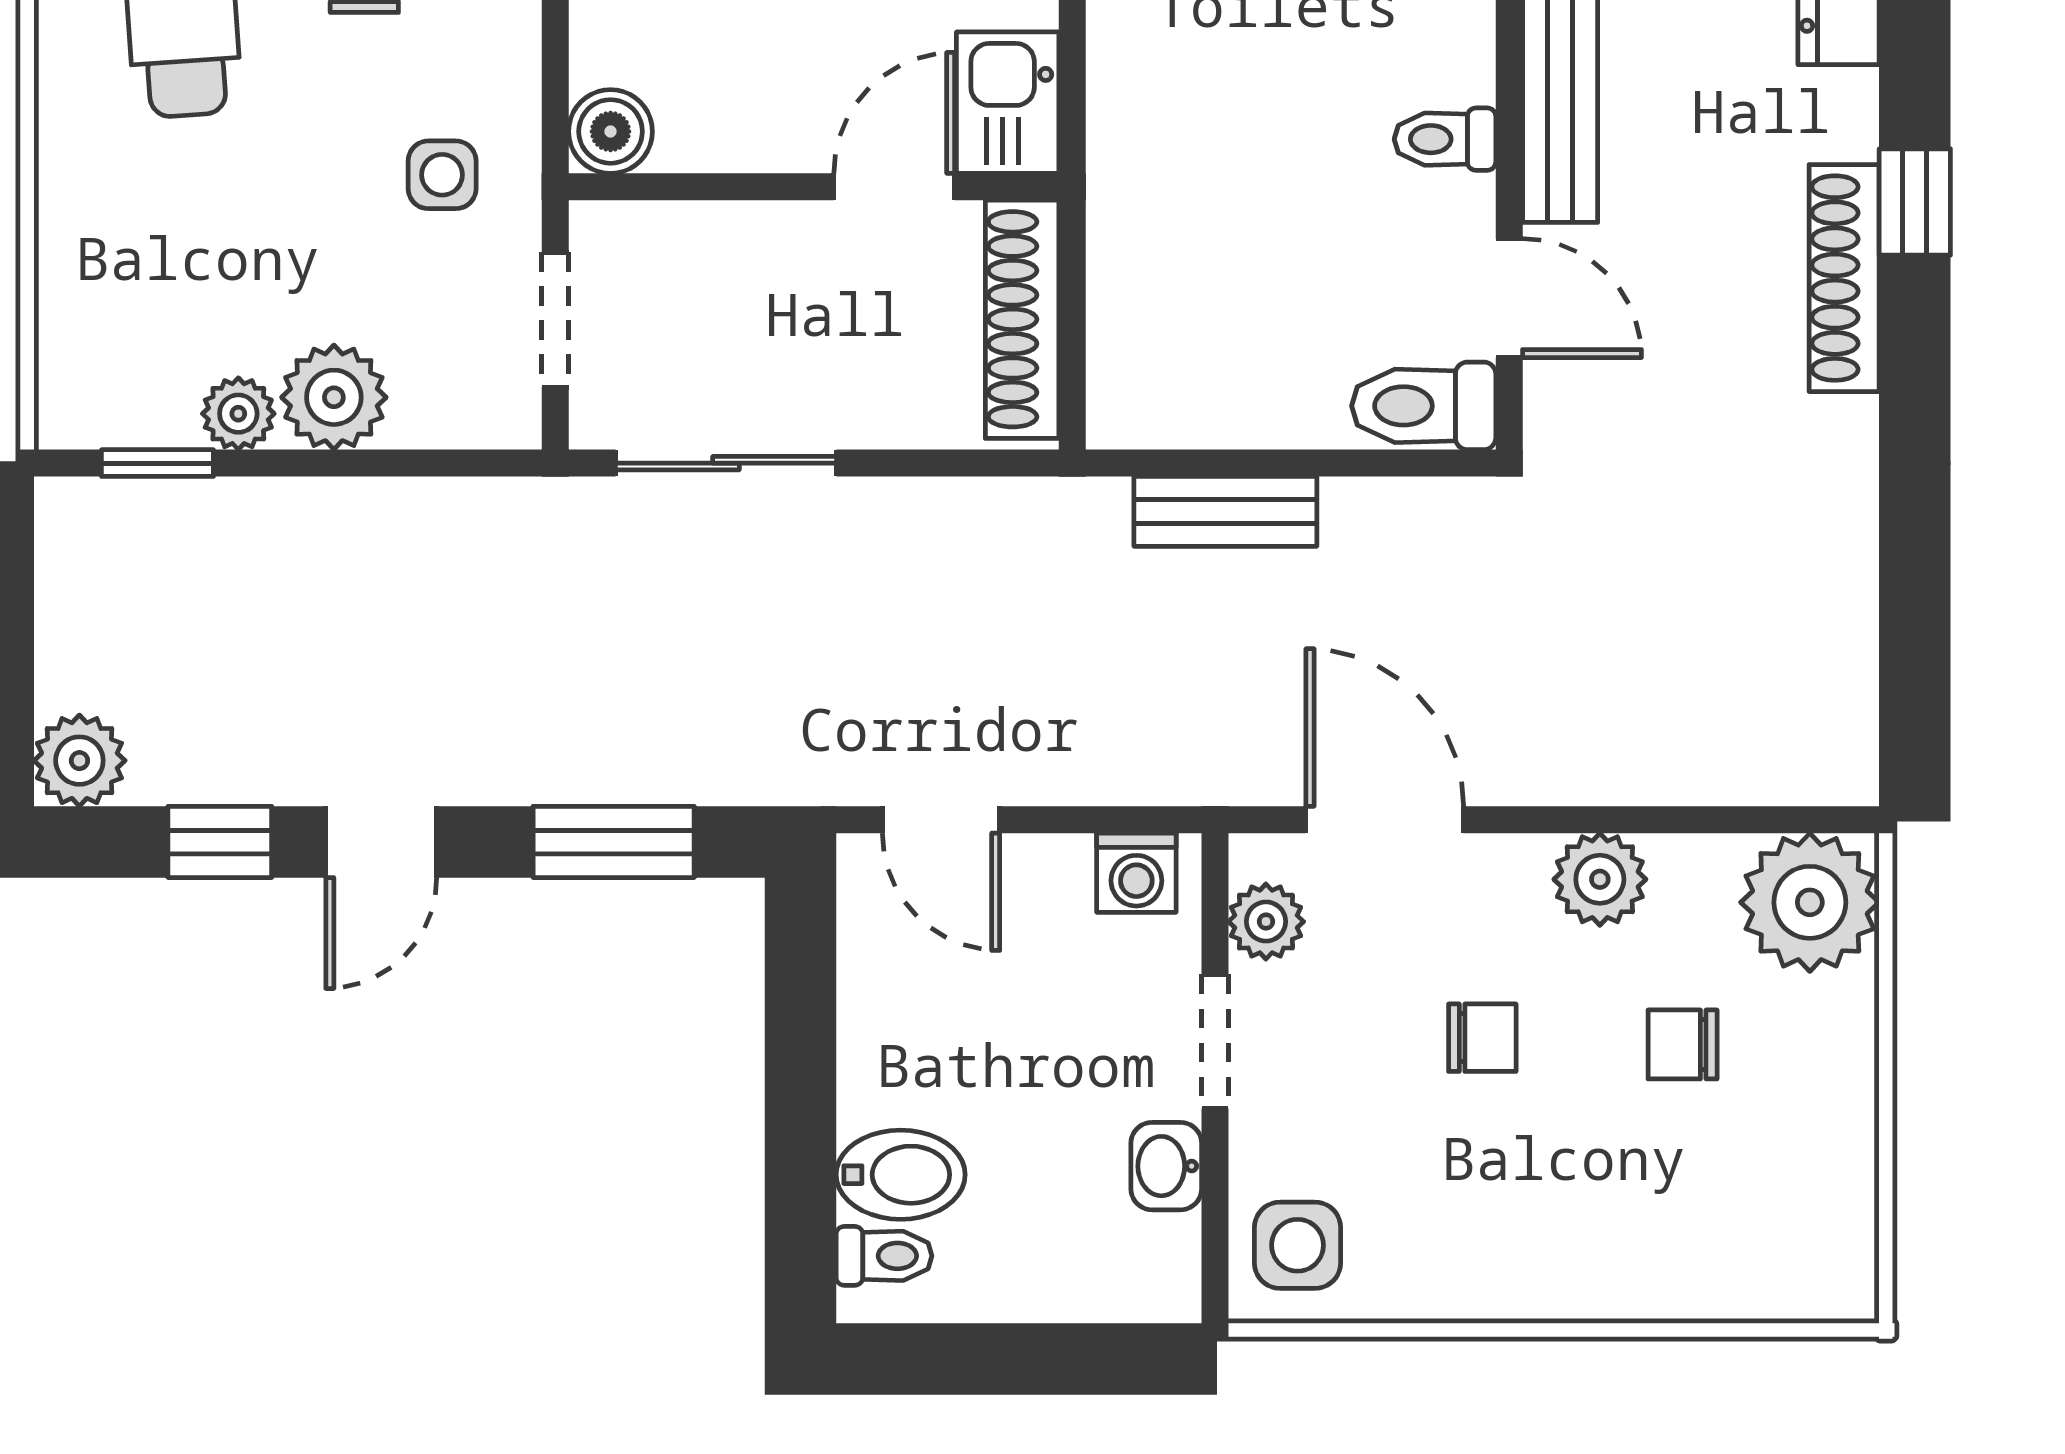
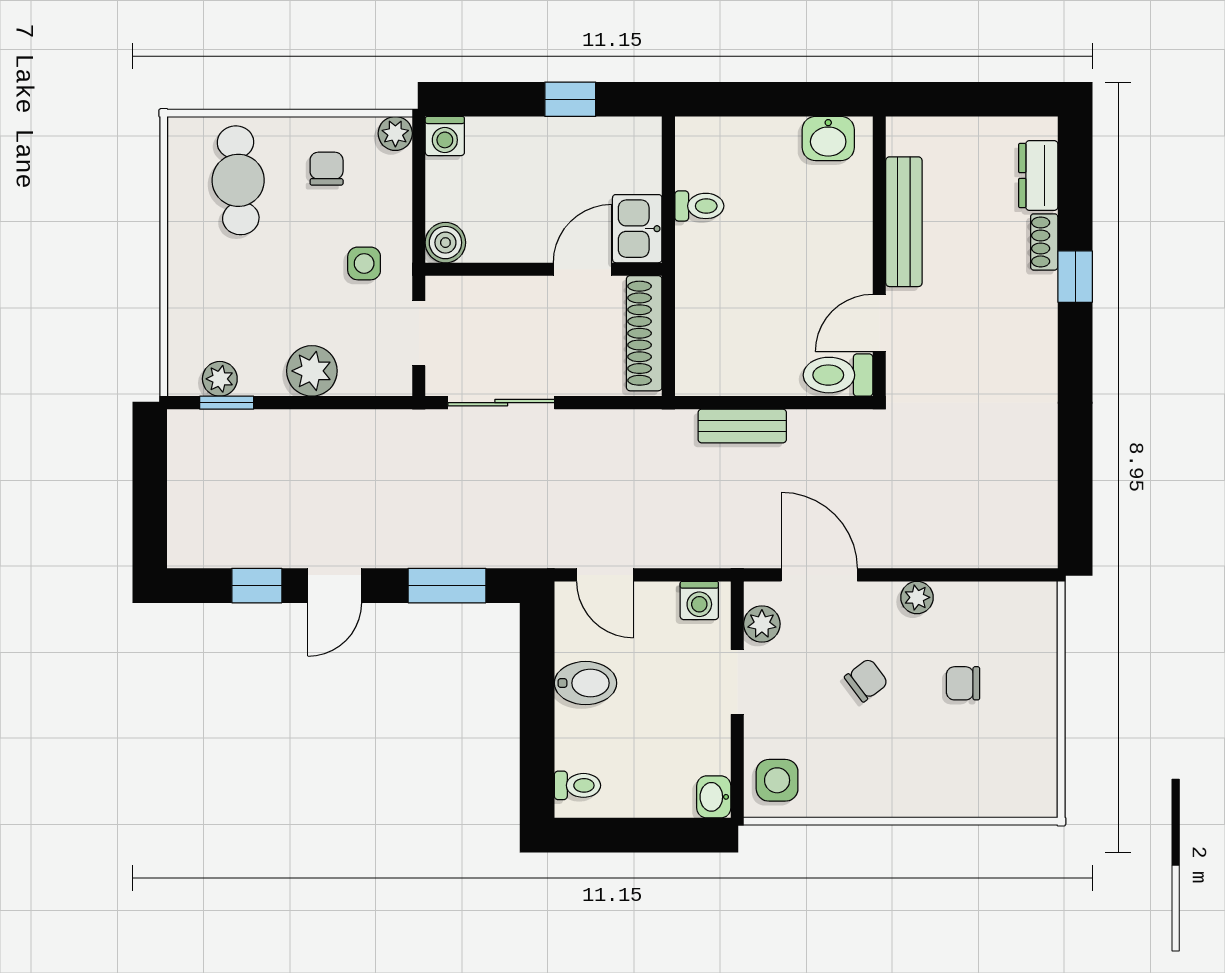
toilet: (1445, 139) -> (699, 206), moved, turned 180
shoe rack: (1844, 278) -> (1044, 242), moved, width x0.51, depth x0.81
door: (1509, 298) -> (879, 323), swing flipped
plant: (238, 414) -> (220, 379), moved
plant: (79, 761) -> (189, 546), removed
plant: (1600, 879) -> (917, 597), width x0.73, depth x0.73
plant: (1810, 902) -> (1024, 615), removed
chair: (1482, 1038) -> (866, 680), turned -37
washbasin: (1166, 1166) -> (714, 797), moved
bidet: (901, 1175) -> (586, 683), moved

